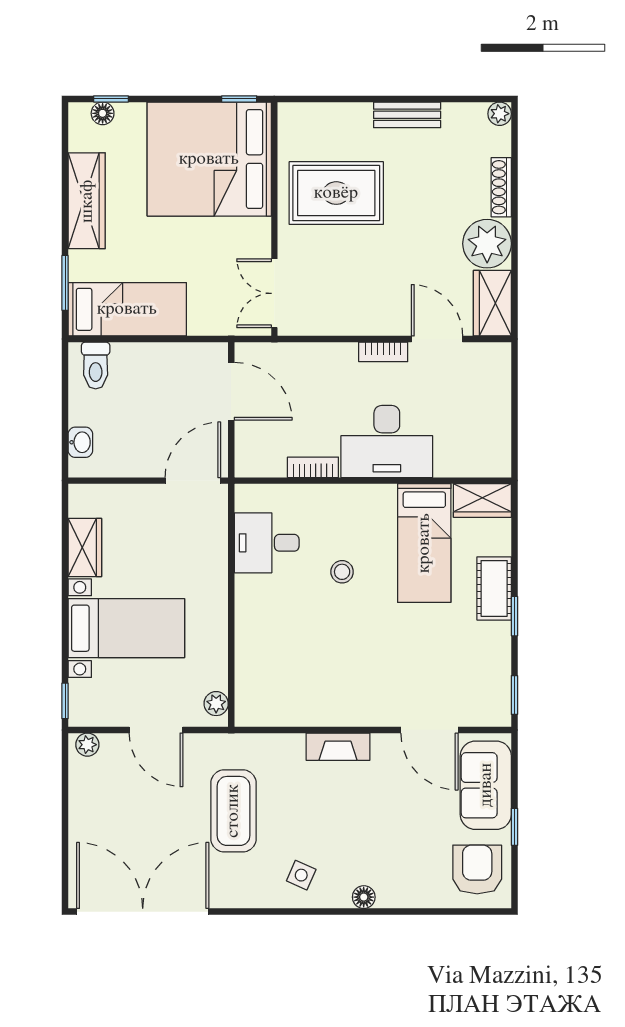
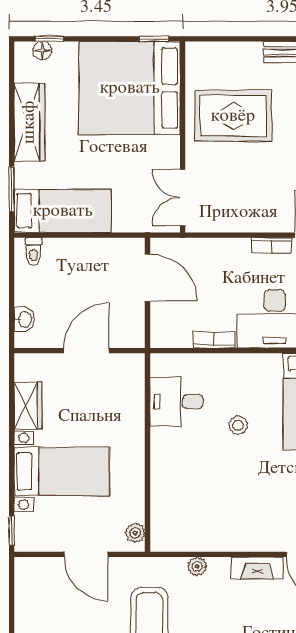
toilet: (96, 366) -> (34, 251), width x0.73, depth x0.72
door: (193, 481) -> (86, 351), moved
plant: (87, 745) -> (197, 566), moved
fireplace: (338, 747) -> (257, 568), moved

